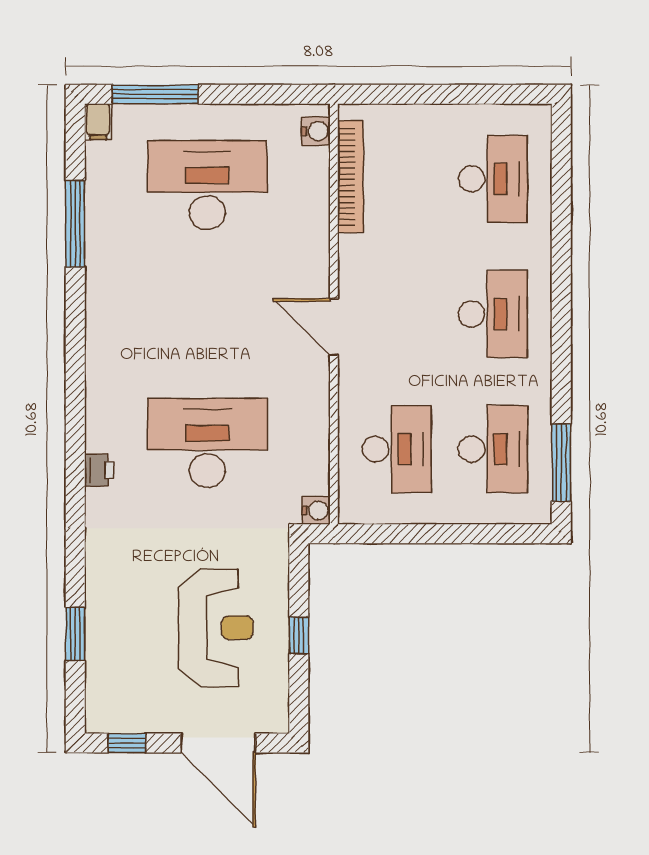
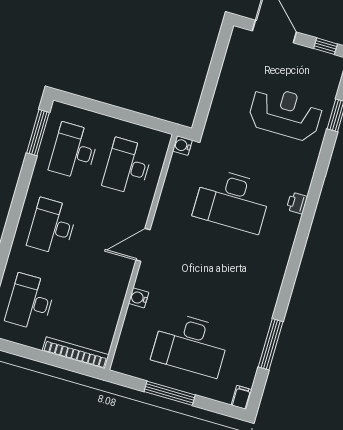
window: (155, 94) -> (170, 393), moved
water cooler: (316, 131) -> (139, 298), moved
bookcase: (350, 177) -> (76, 353), moved, turned 90
door: (334, 327) -> (143, 245), swing flipped
reception desk: (216, 628) -> (285, 113), moved, turned 90
window: (299, 636) -> (212, 78), removed

